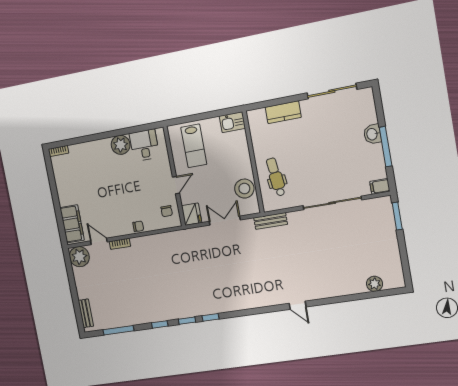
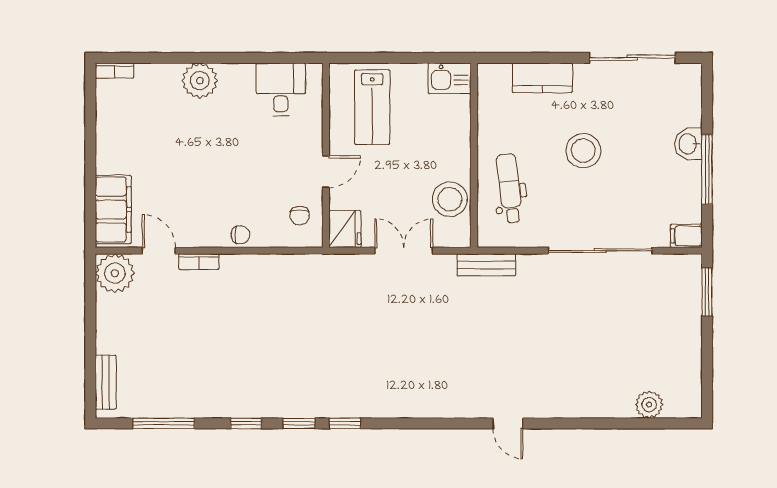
plant: (121, 145) -> (200, 81), moved
stool: (313, 149) -> (583, 151), added

